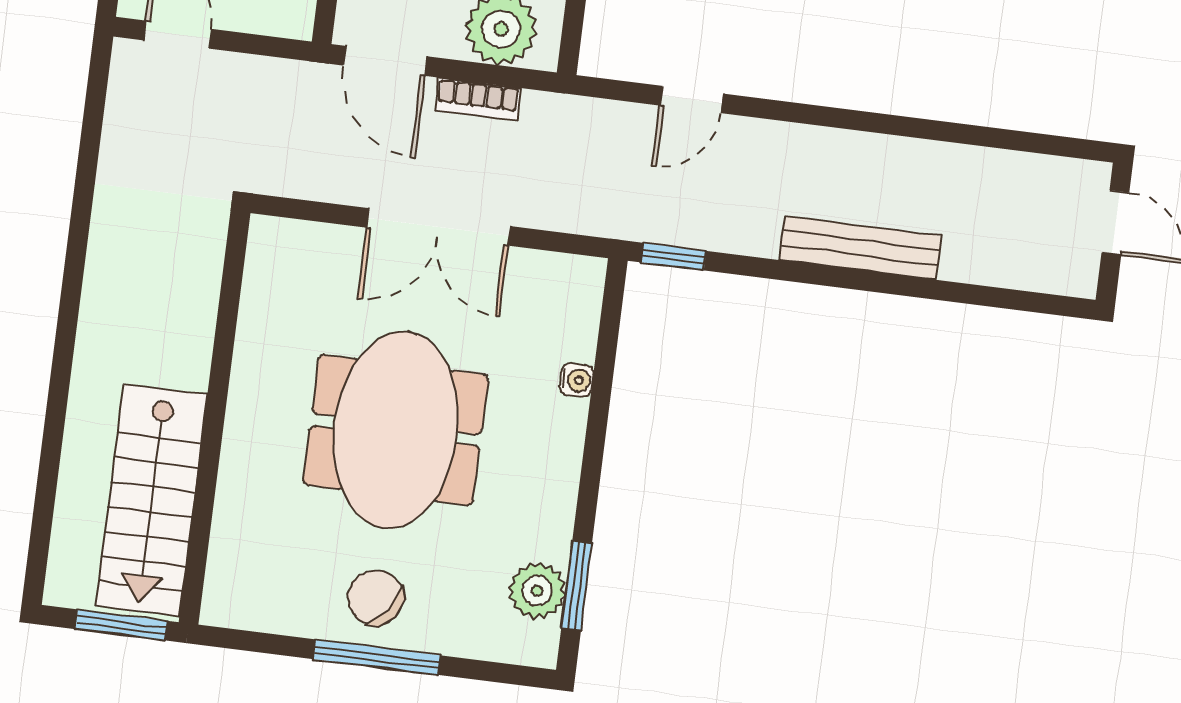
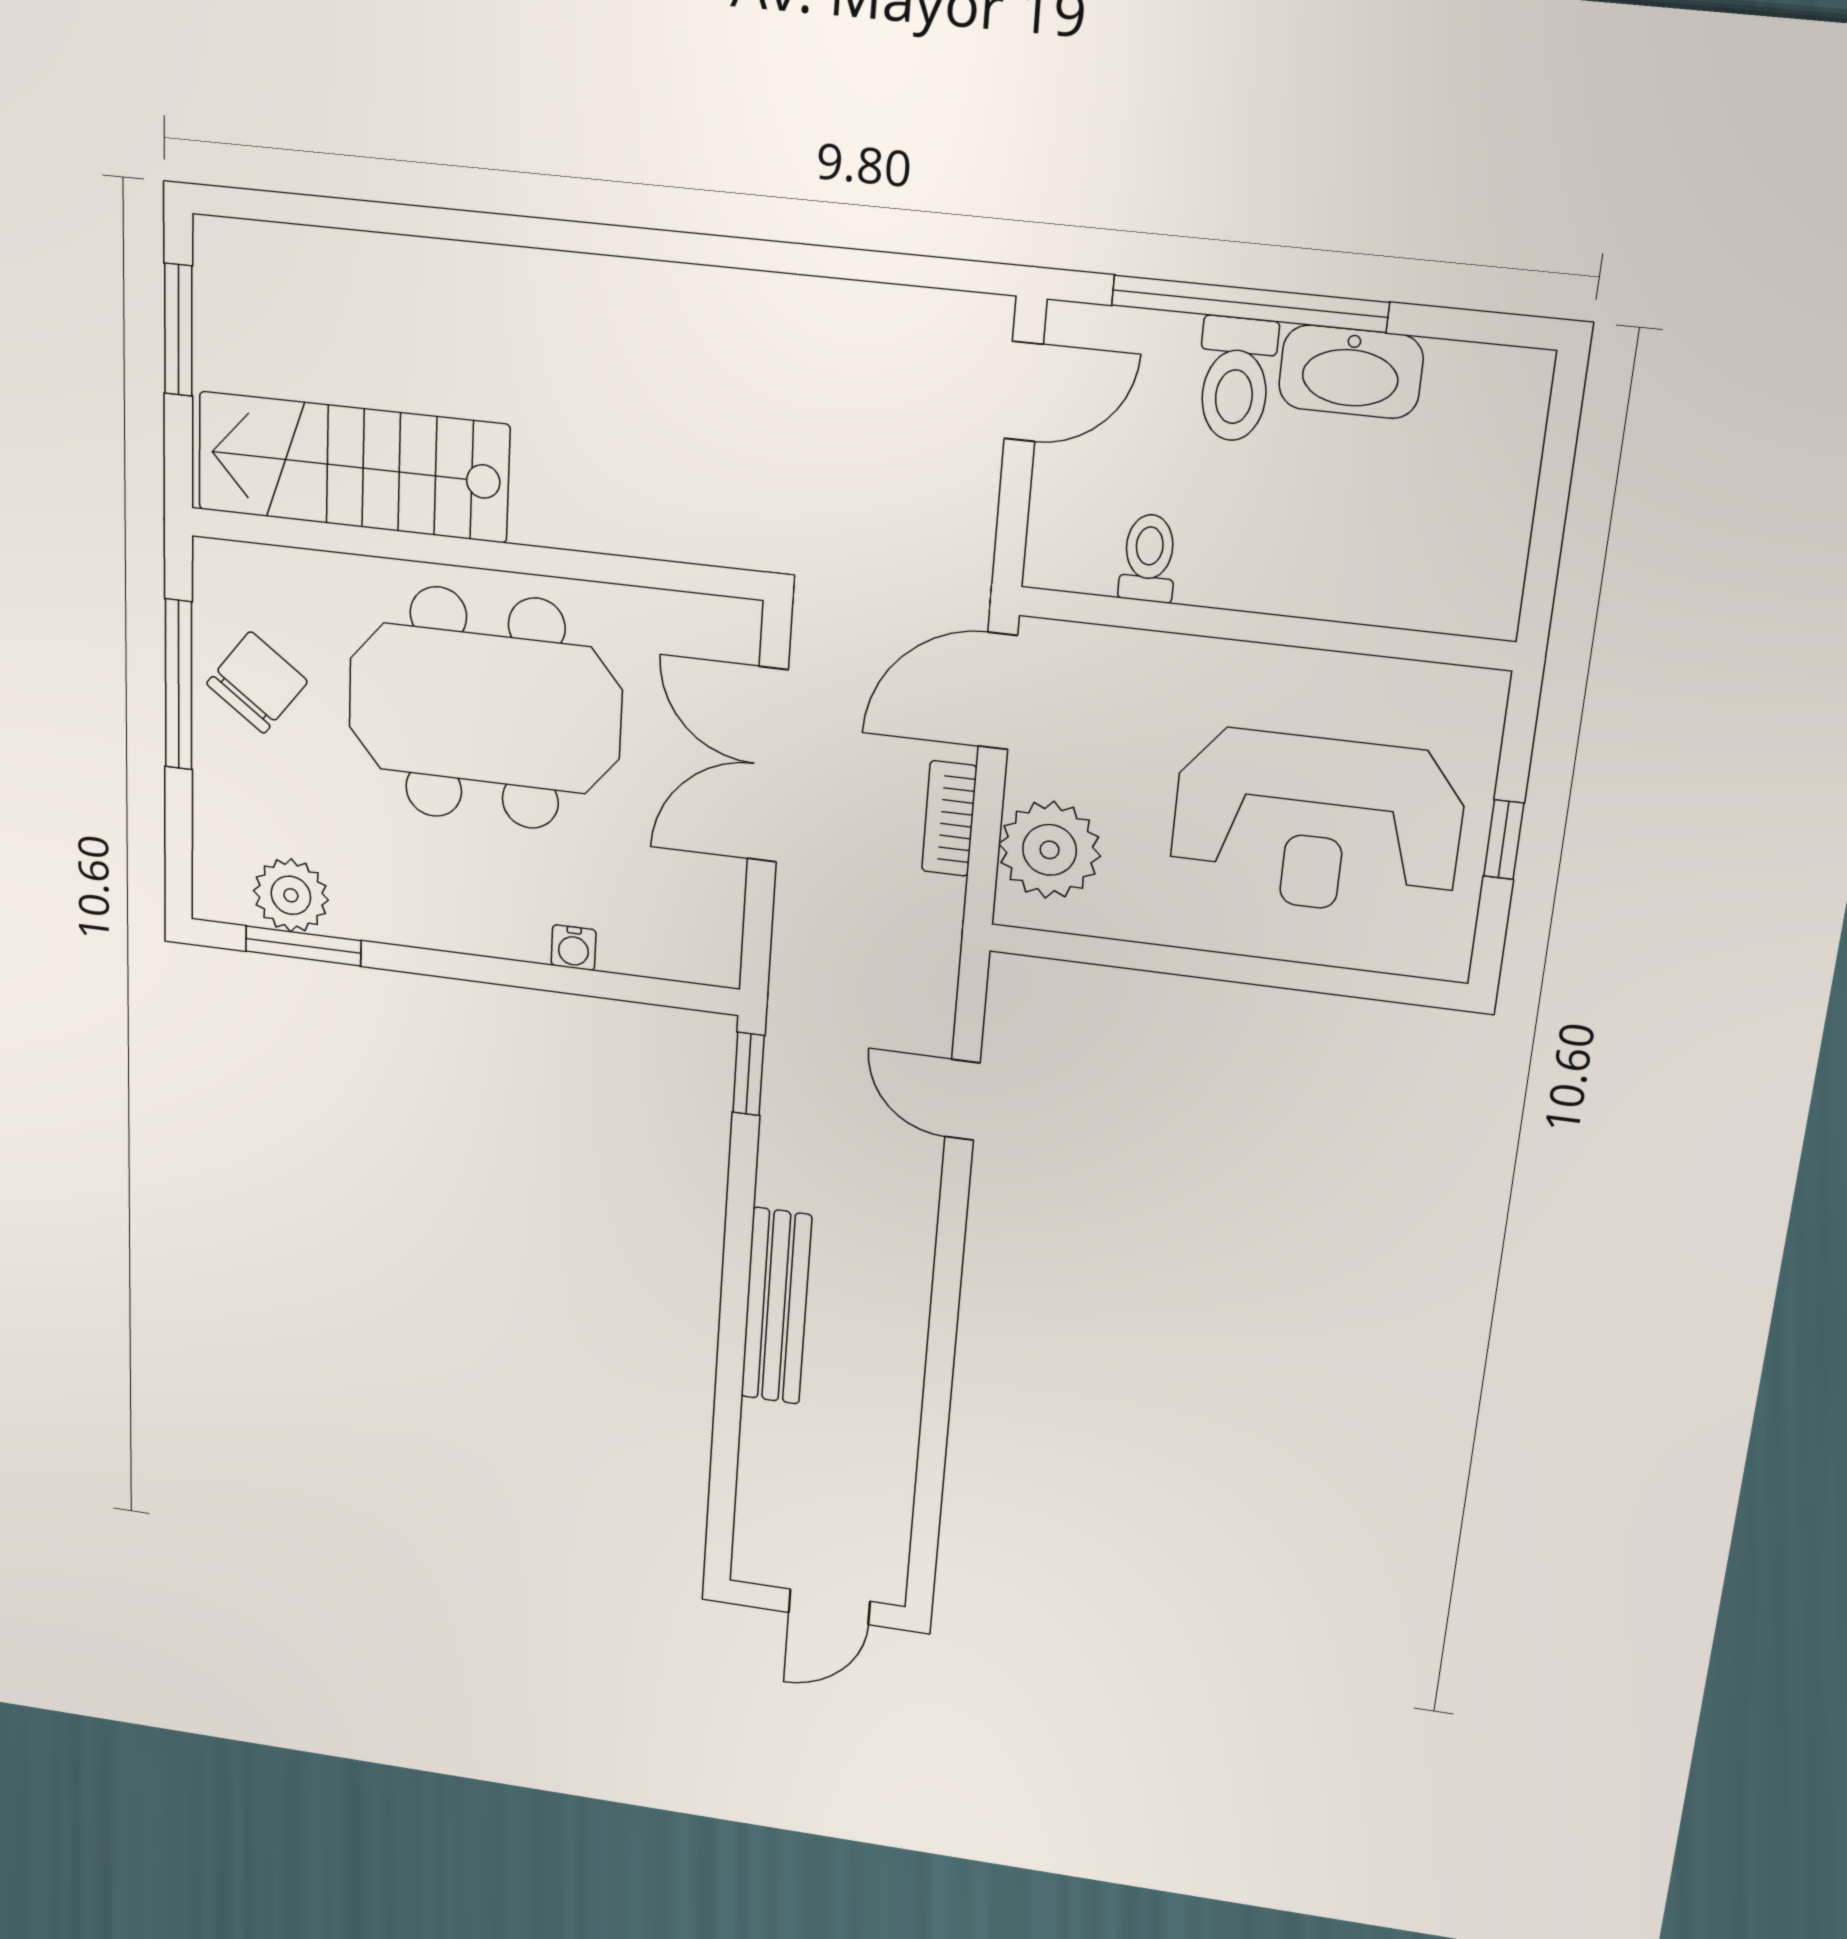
wall: (215, 418) -> (475, 554), moved
stairs: (152, 500) -> (353, 467), moved

